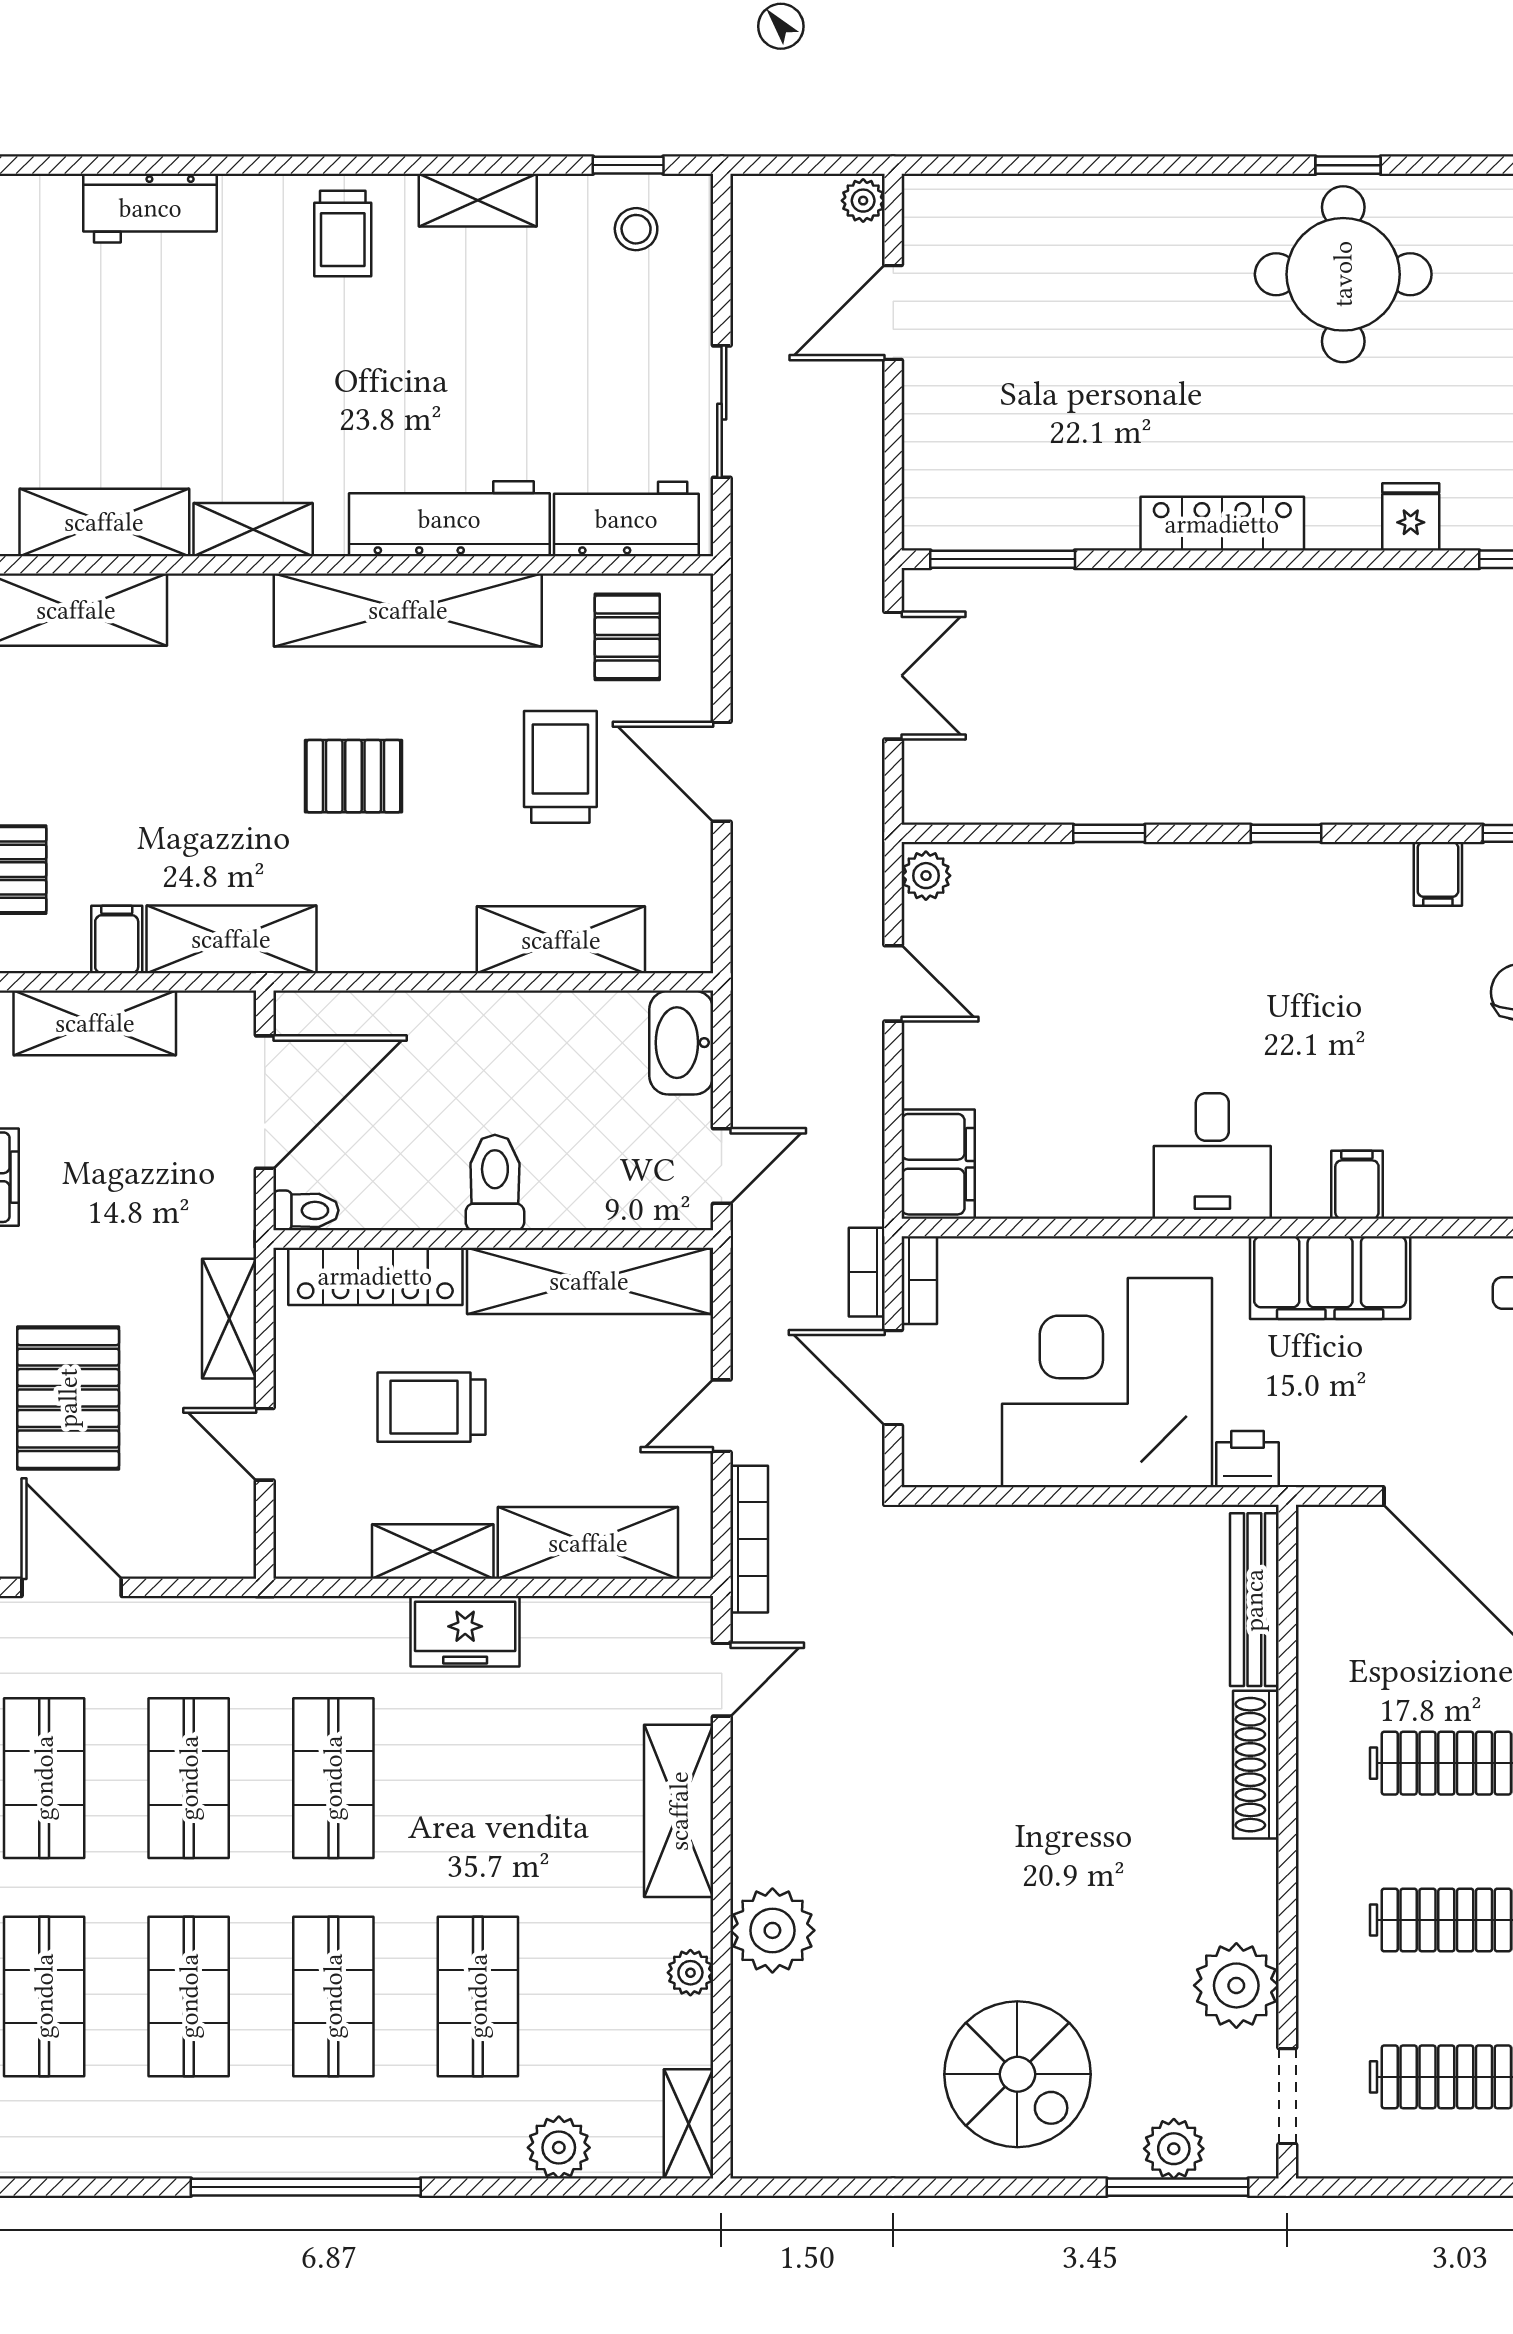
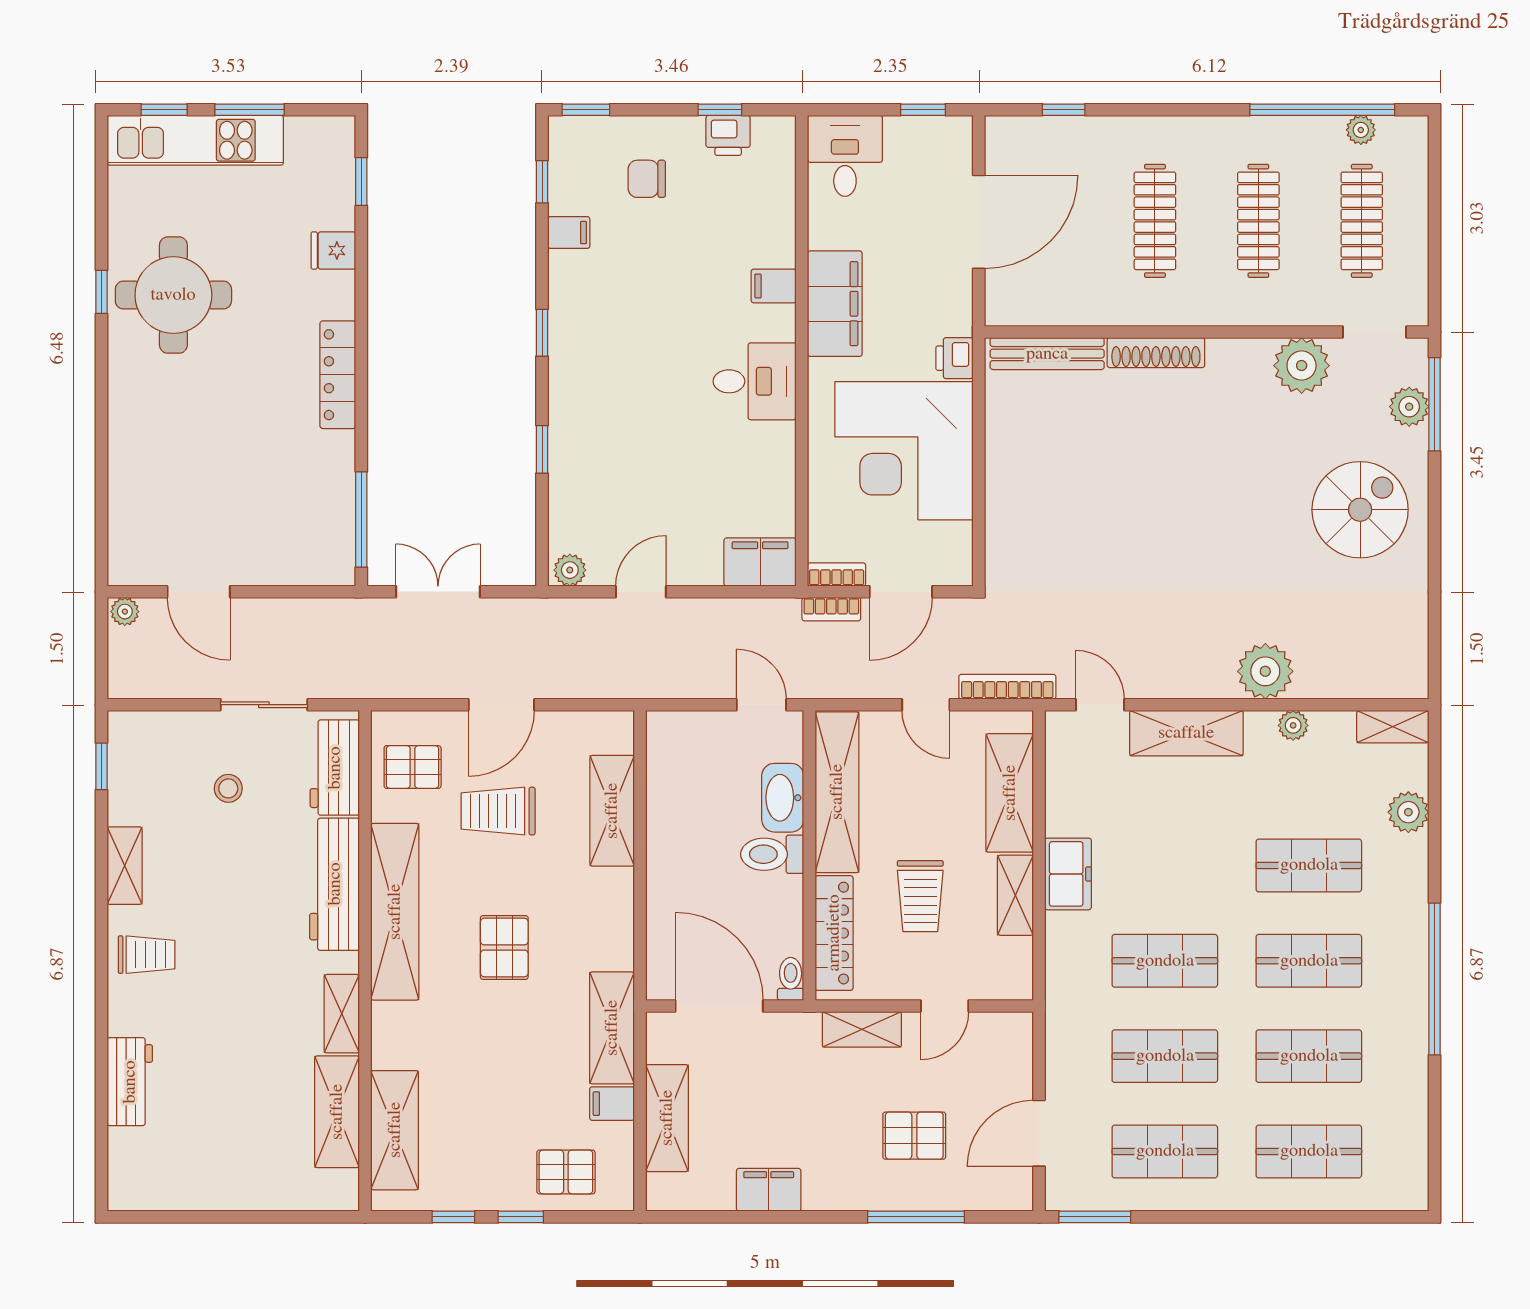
stool: (636, 229) -> (228, 788), moved
washbasin: (681, 1043) -> (783, 798), moved, turned 90
pallet: (68, 1398) -> (914, 1136), width x0.67, depth x0.71

